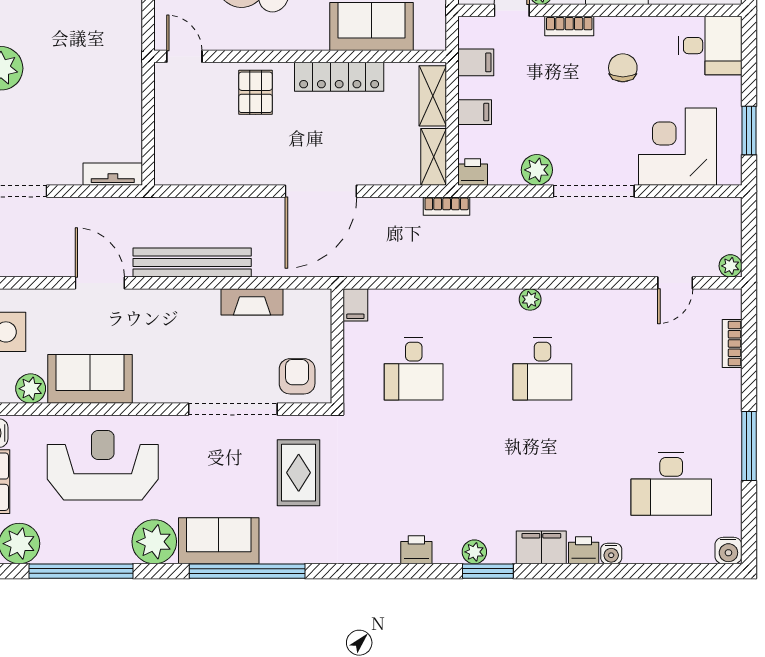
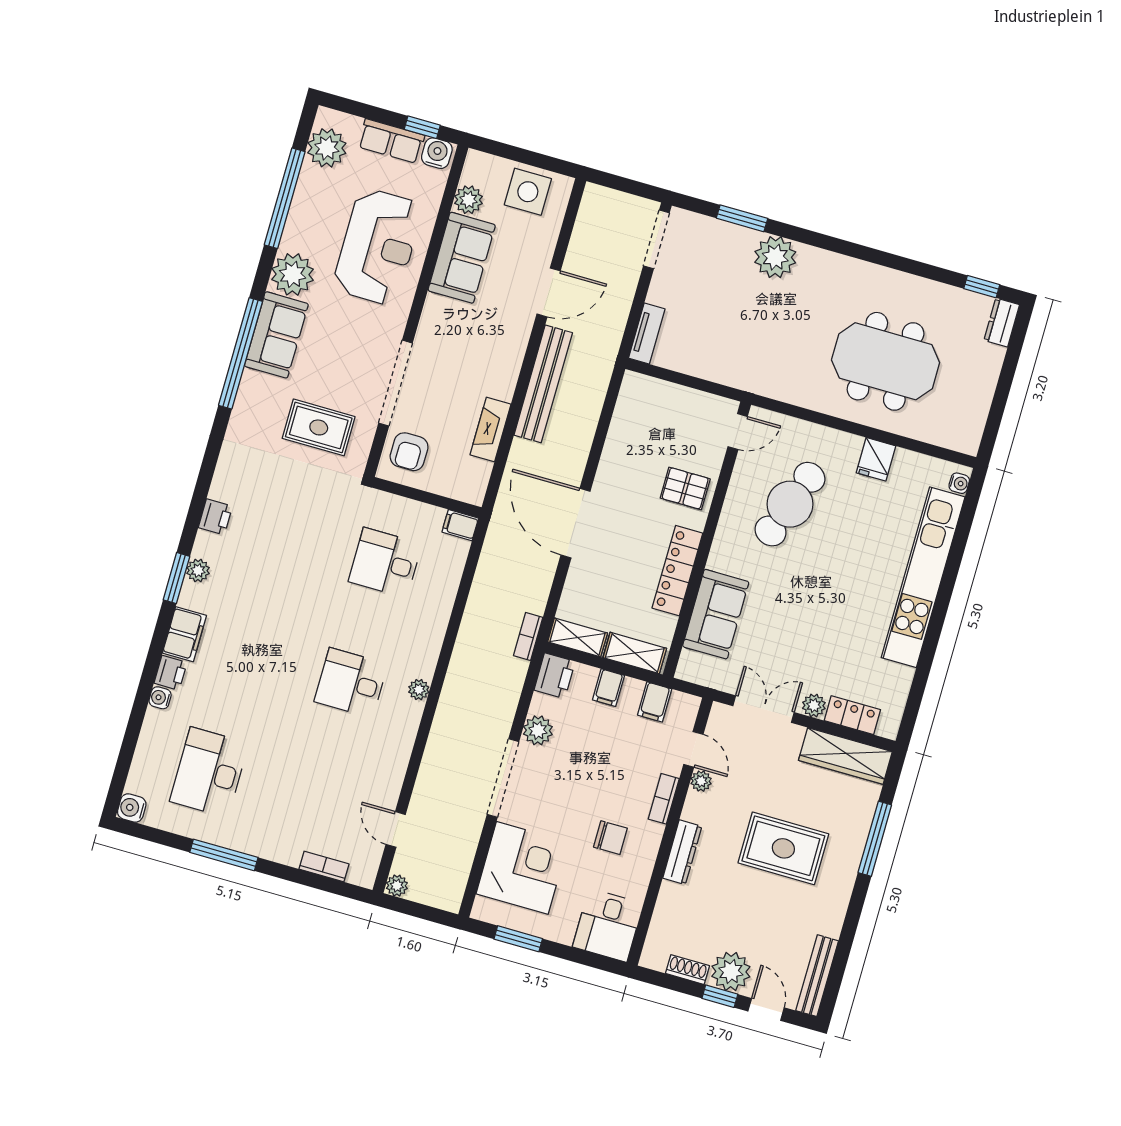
printer: (473, 172) -> (555, 676), width x1.36, depth x1.24
armchair: (297, 376) -> (409, 452), turned 90

